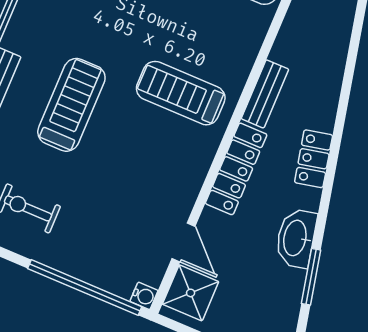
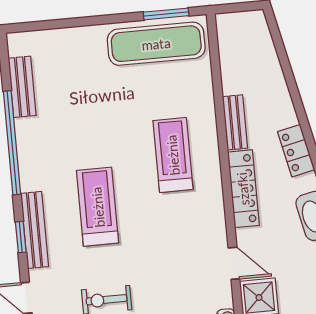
treadmill: (181, 93) -> (173, 155), turned 90

